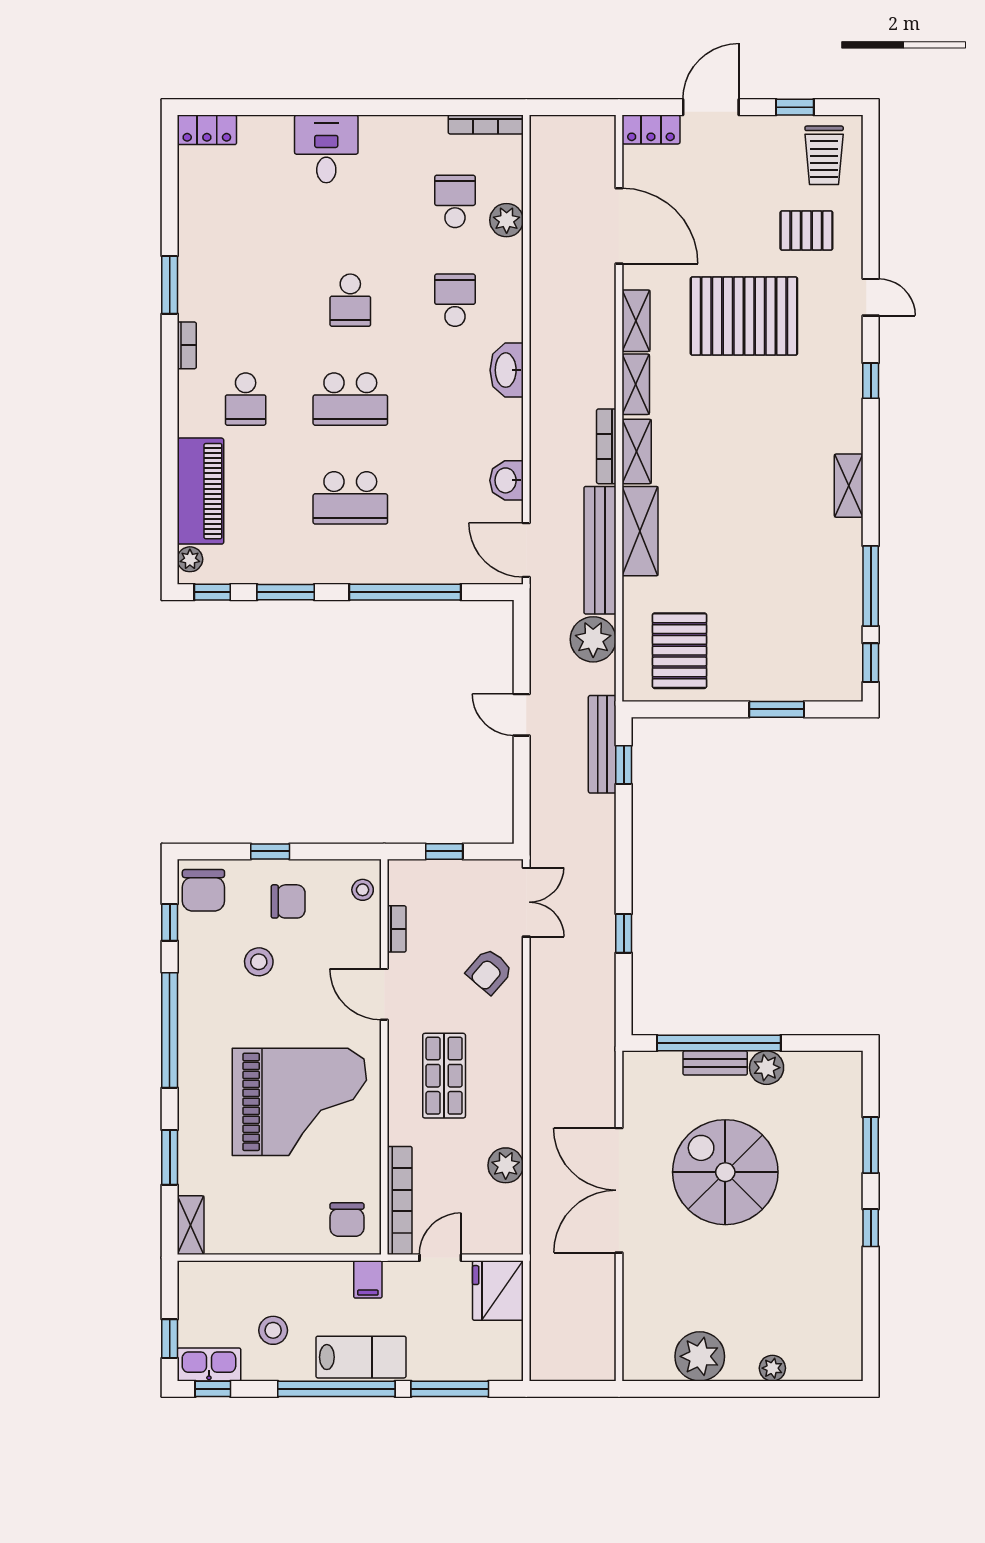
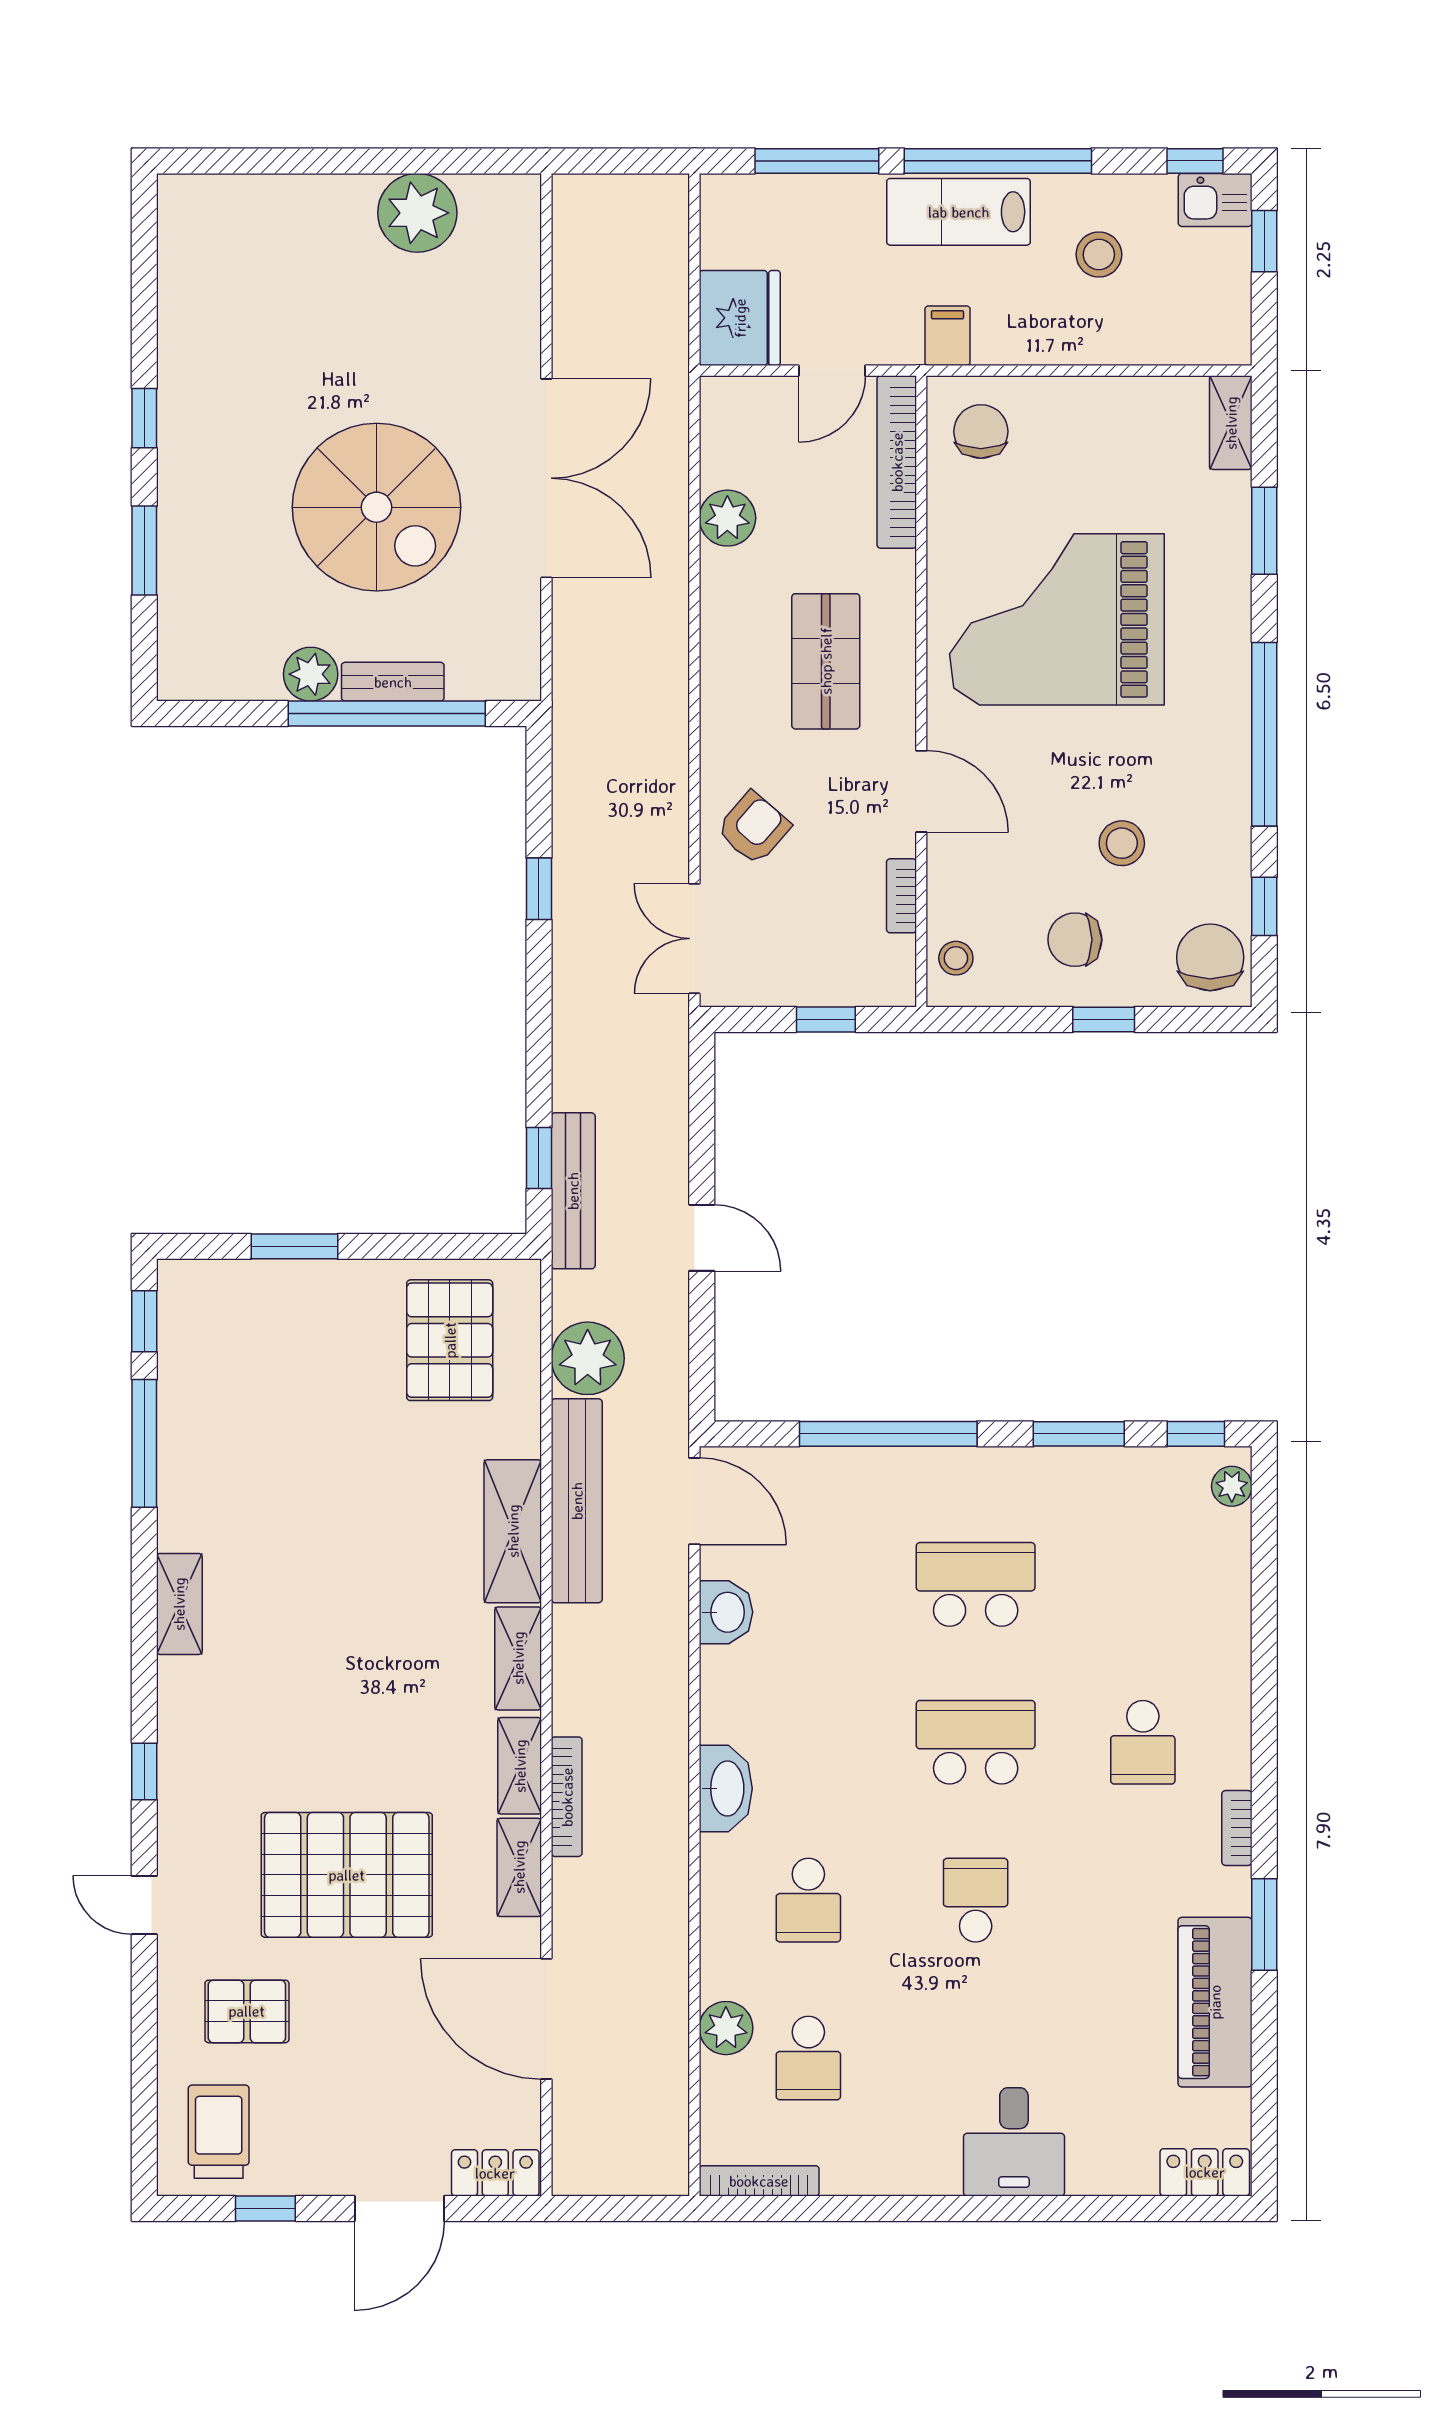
school desk: (246, 399) -> (1143, 1742), turned 180
bookcase: (606, 446) -> (567, 1797), moved
piano: (200, 491) -> (1215, 2002), moved
kitchen sink: (209, 1364) -> (1215, 200), width x0.73
plant: (772, 1368) -> (301, 194), removed

